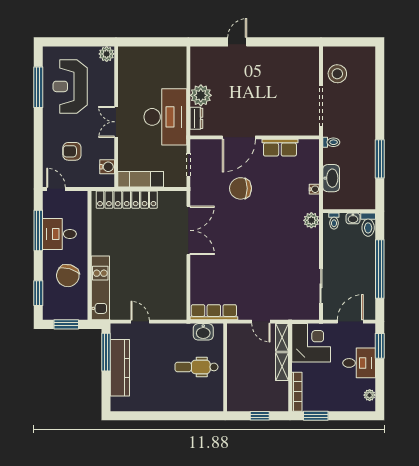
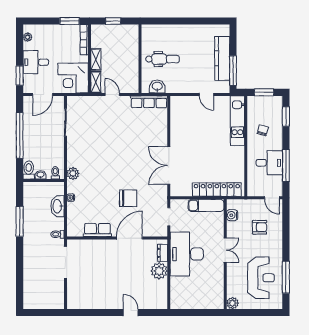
door: (237, 42) -> (131, 313), swing flipped
stool: (337, 74) -> (53, 288), removed
chair: (68, 276) -> (263, 130), width x0.54, depth x0.54

